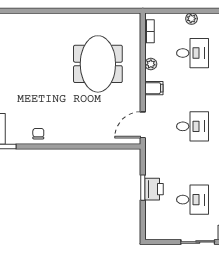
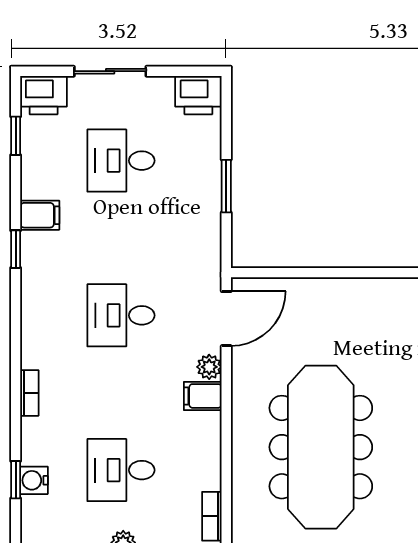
meeting table: (98, 64) -> (321, 447), width x1.36
plant: (151, 64) -> (209, 367), moved
printer: (154, 189) -> (198, 95), moved, turned -90

